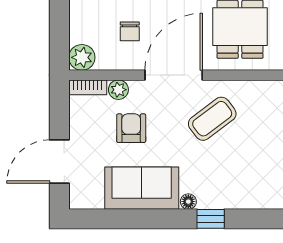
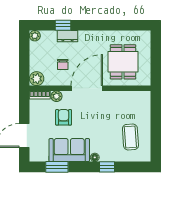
coffee table: (212, 119) -> (130, 137), moved, turned -57
window: (119, 219) -> (57, 167), added

